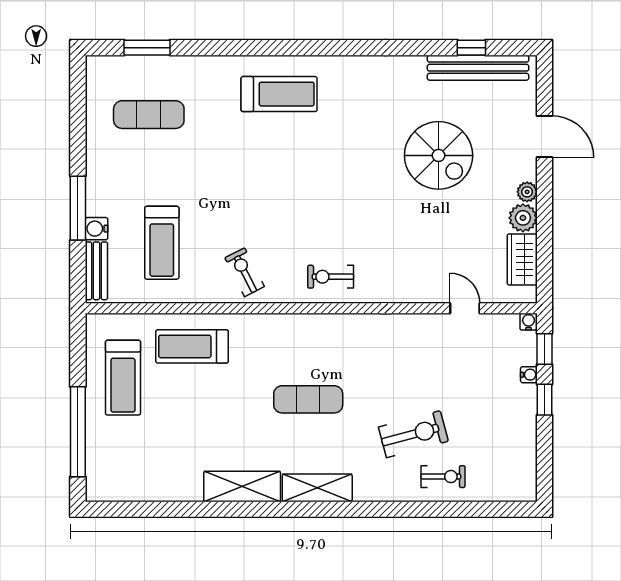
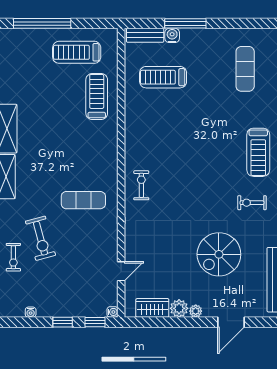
exercise bike: (245, 272) -> (252, 203), moved, turned -153
water cooler: (529, 375) -> (31, 312), moved
exercise mat: (308, 399) -> (83, 200), moved, turned 90

